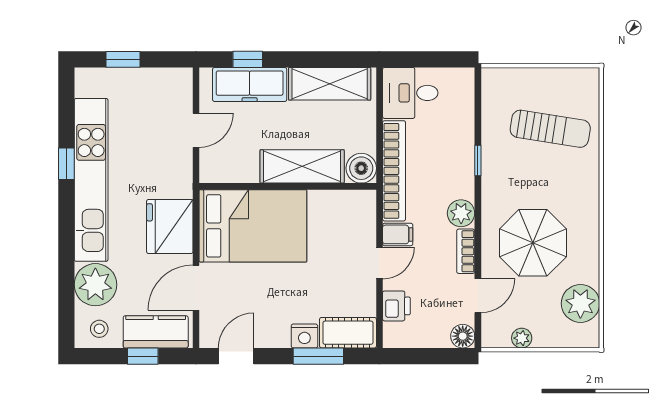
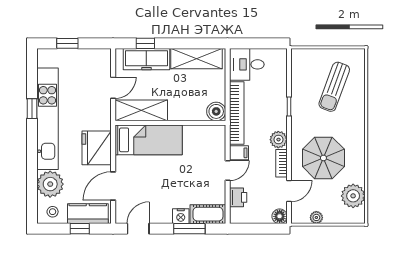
sun lounger: (550, 129) -> (334, 87), turned 101
shelving: (302, 166) -> (141, 110), moved
bed: (253, 226) -> (149, 140), width x0.67

